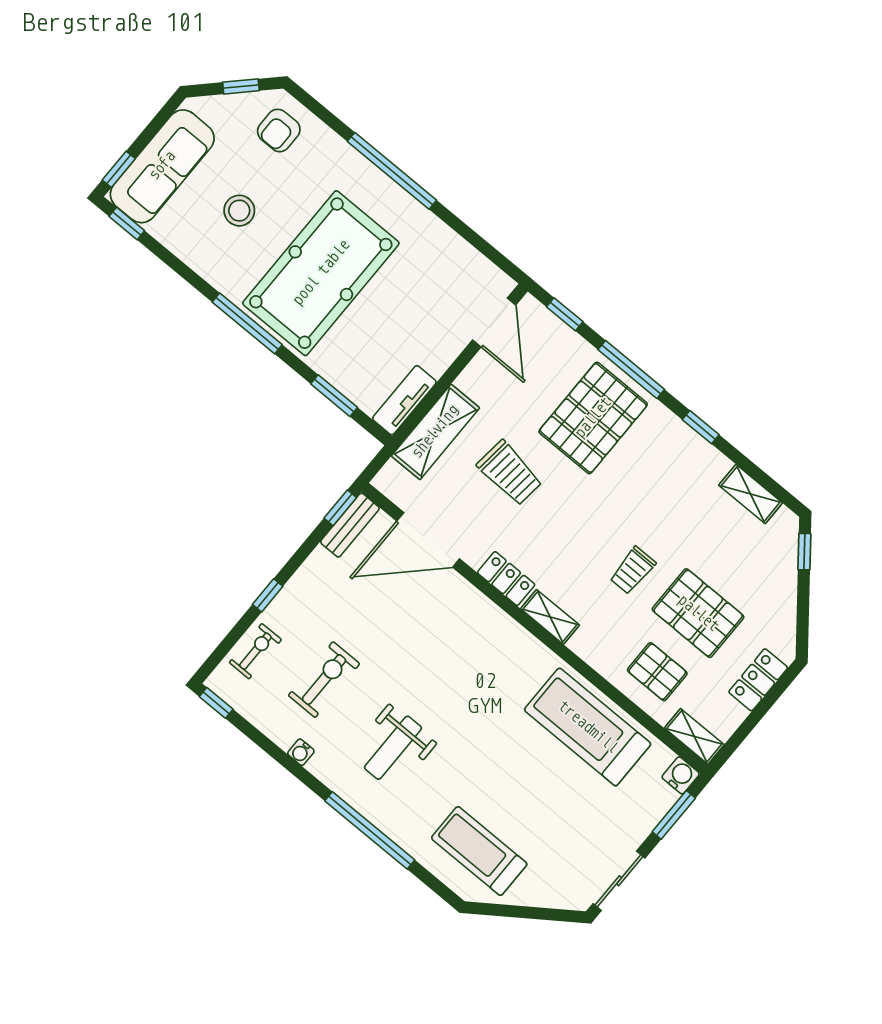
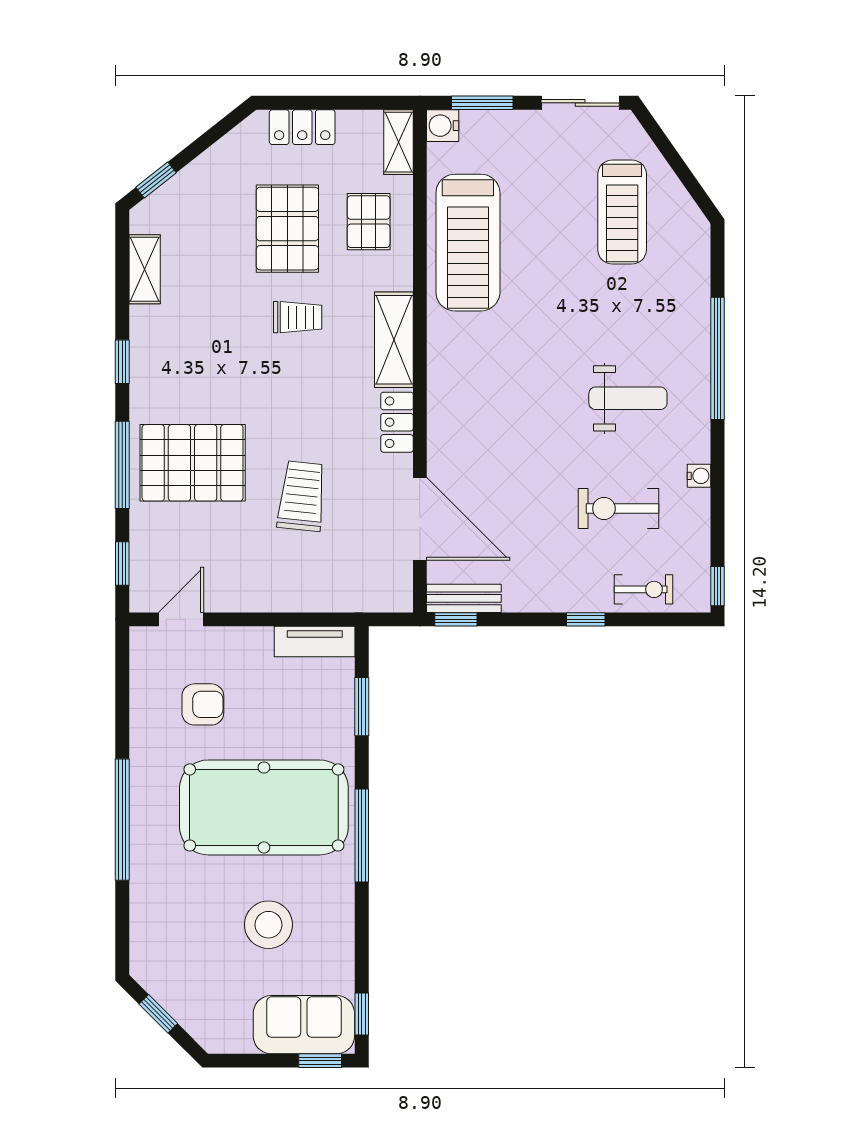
armchair: (279, 130) -> (203, 704), moved
sofa: (162, 166) -> (304, 1025), width x0.73
stool: (239, 211) -> (268, 925), width x1.38, depth x1.38
door: (494, 323) -> (181, 619), width x0.73
shelving: (435, 432) -> (320, 591), removed
shelving: (550, 617) -> (394, 340), width x1.50, depth x1.33
exercise bike: (255, 651) -> (643, 589), turned 180
treadmill: (479, 851) -> (622, 212), moved

